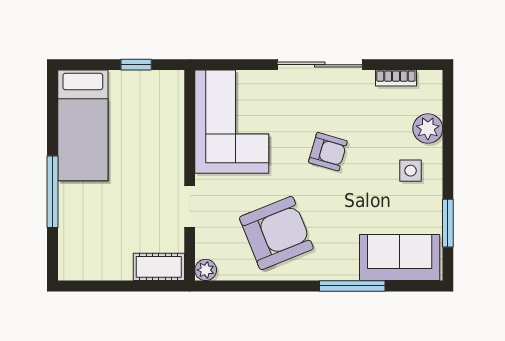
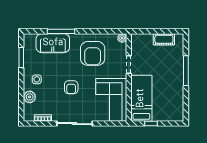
bed: (83, 125) -> (141, 98), moved
armchair: (328, 152) -> (71, 87), turned -106
armchair: (276, 233) -> (93, 53), turned -68
sofa: (400, 258) -> (53, 43), moved
cot: (159, 267) -> (164, 39), moved

